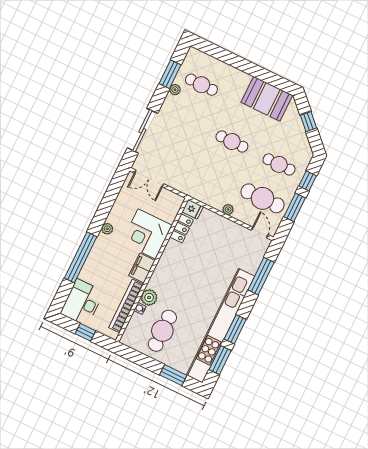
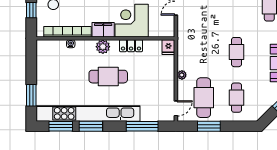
window: (308, 181) -> (235, 126), removed
locker: (182, 228) -> (131, 46), moved
plant: (149, 297) -> (103, 47), moved
cafe table: (162, 331) -> (108, 77), moved

